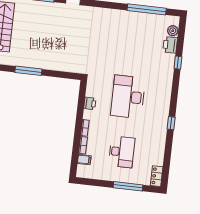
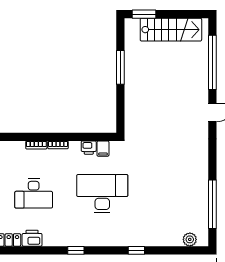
printer: (170, 45) -> (32, 238), moved
window: (178, 63) -> (136, 250), moved
filing cabinet: (84, 160) -> (103, 149), moved

